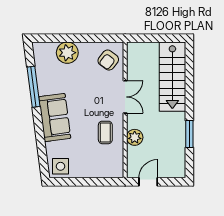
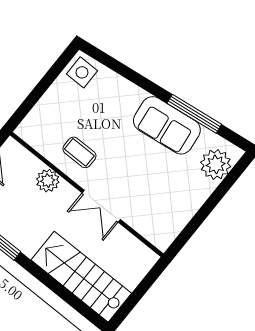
plant: (67, 53) -> (216, 164), moved
armchair: (108, 60) -> (157, 220), removed
sofa: (55, 118) -> (167, 125), moved

